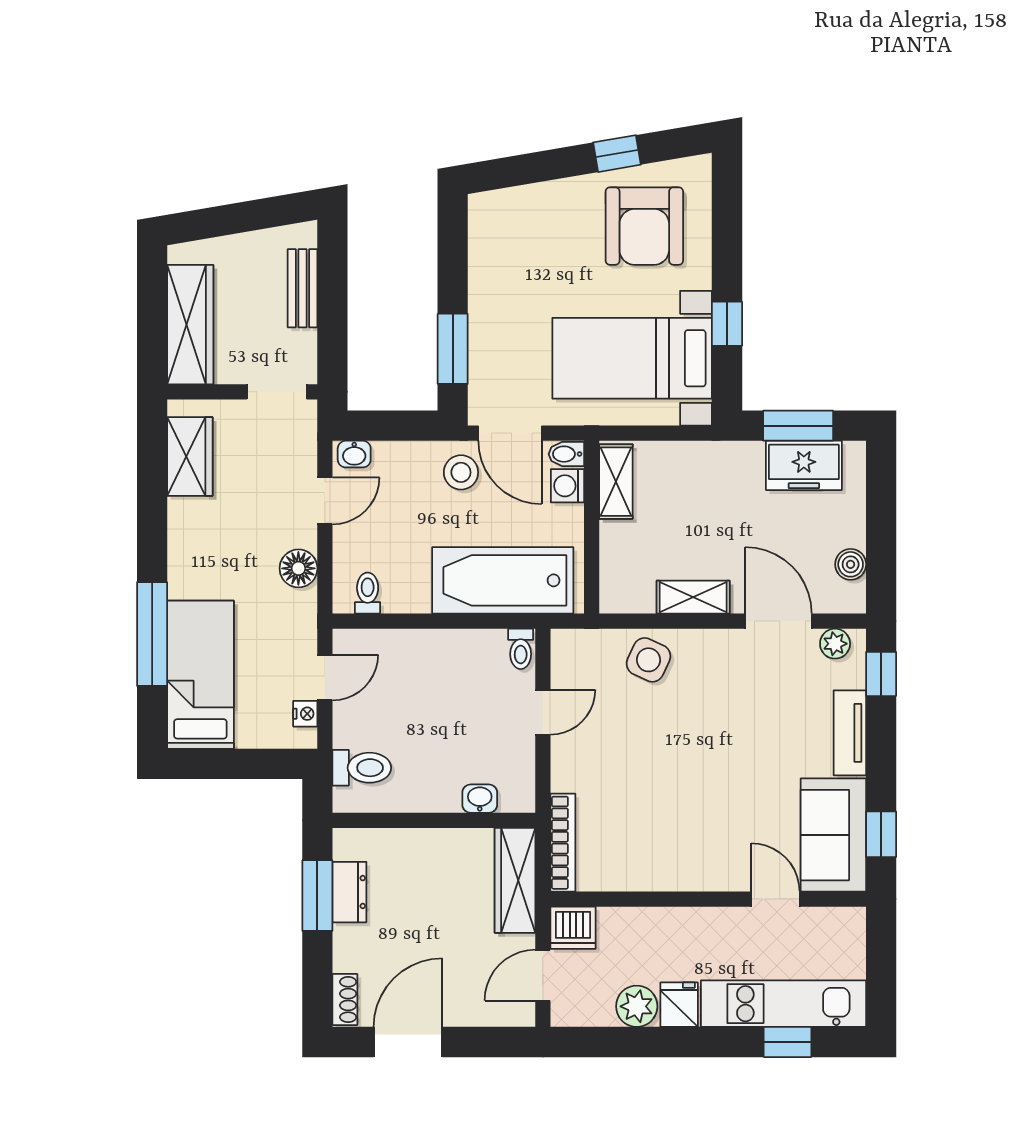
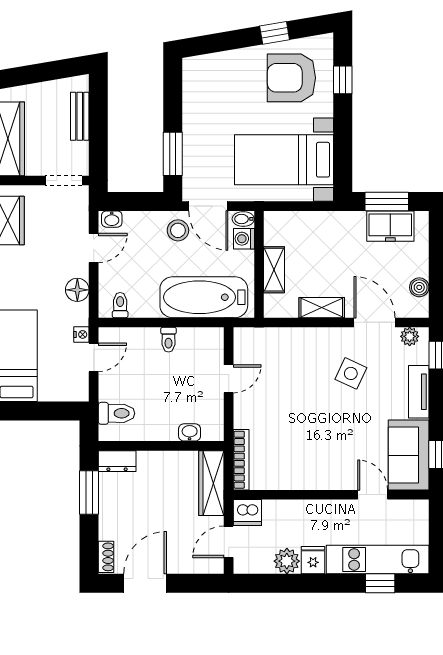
armchair: (644, 226) -> (291, 78), turned 90
window: (727, 324) -> (343, 80), moved
shelving: (616, 482) -> (274, 270), moved
toilet: (521, 649) -> (168, 340), moved
side table: (648, 660) -> (351, 373), moved
nightstand: (305, 714) -> (81, 334), moved
dresser: (349, 892) -> (117, 461), moved, turned 90

